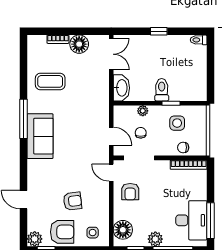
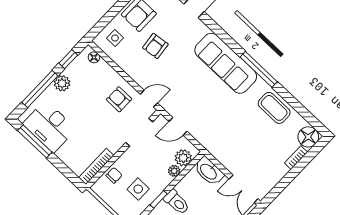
floor lamp: (79, 44) -> (308, 137), moved
coffee table: (50, 81) -> (274, 108), moved, turned 90
plant: (129, 113) -> (183, 158), added
chair: (141, 133) -> (158, 153), removed
sofa: (40, 136) -> (226, 63), width x1.36
floor lamp: (123, 230) -> (94, 57), width x0.53, depth x0.53

